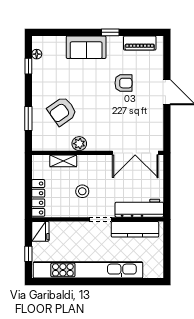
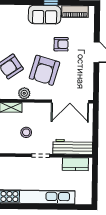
sofa: (86, 47) -> (45, 15), moved
armchair: (104, 115) -> (44, 70), added
kitchen counter: (135, 229) -> (75, 164), width x0.67

